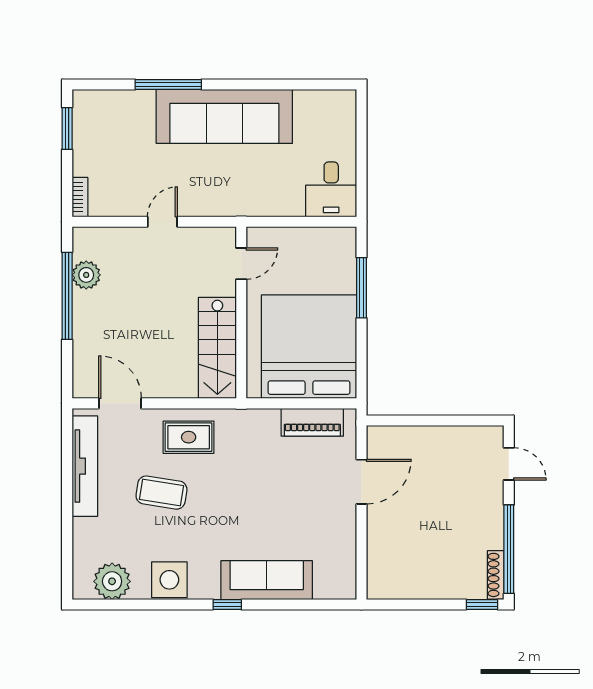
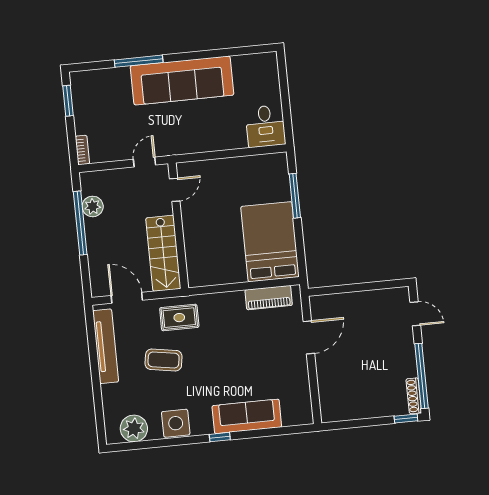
door: (241, 264) -> (175, 190), moved
wall: (241, 313) -> (178, 226), moved
bed: (309, 347) -> (270, 242), width x0.73
stairs: (217, 348) -> (163, 253), moved

